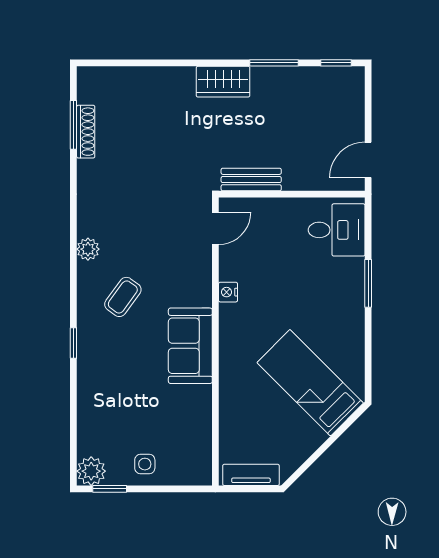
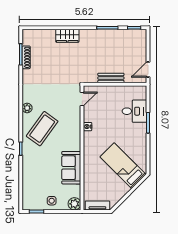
wardrobe: (223, 82) -> (67, 36), moved
bench: (251, 180) -> (111, 78), moved
desk: (337, 230) -> (134, 111), moved
coffee table: (123, 297) -> (42, 129), width x1.86, depth x1.72
sofa: (190, 346) -> (71, 168), moved
plant: (91, 471) -> (74, 204), moved

